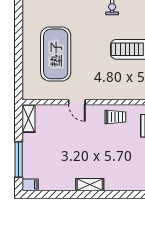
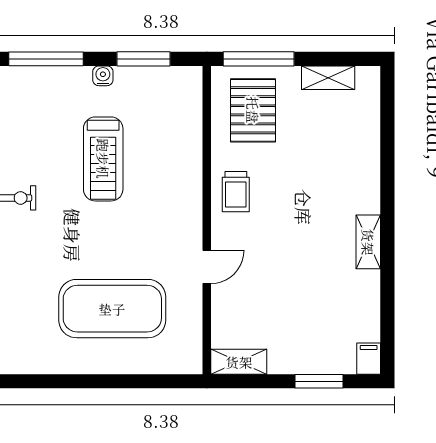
trolley: (115, 117) -> (236, 192), turned 180
window: (19, 159) -> (319, 381), width x0.69

